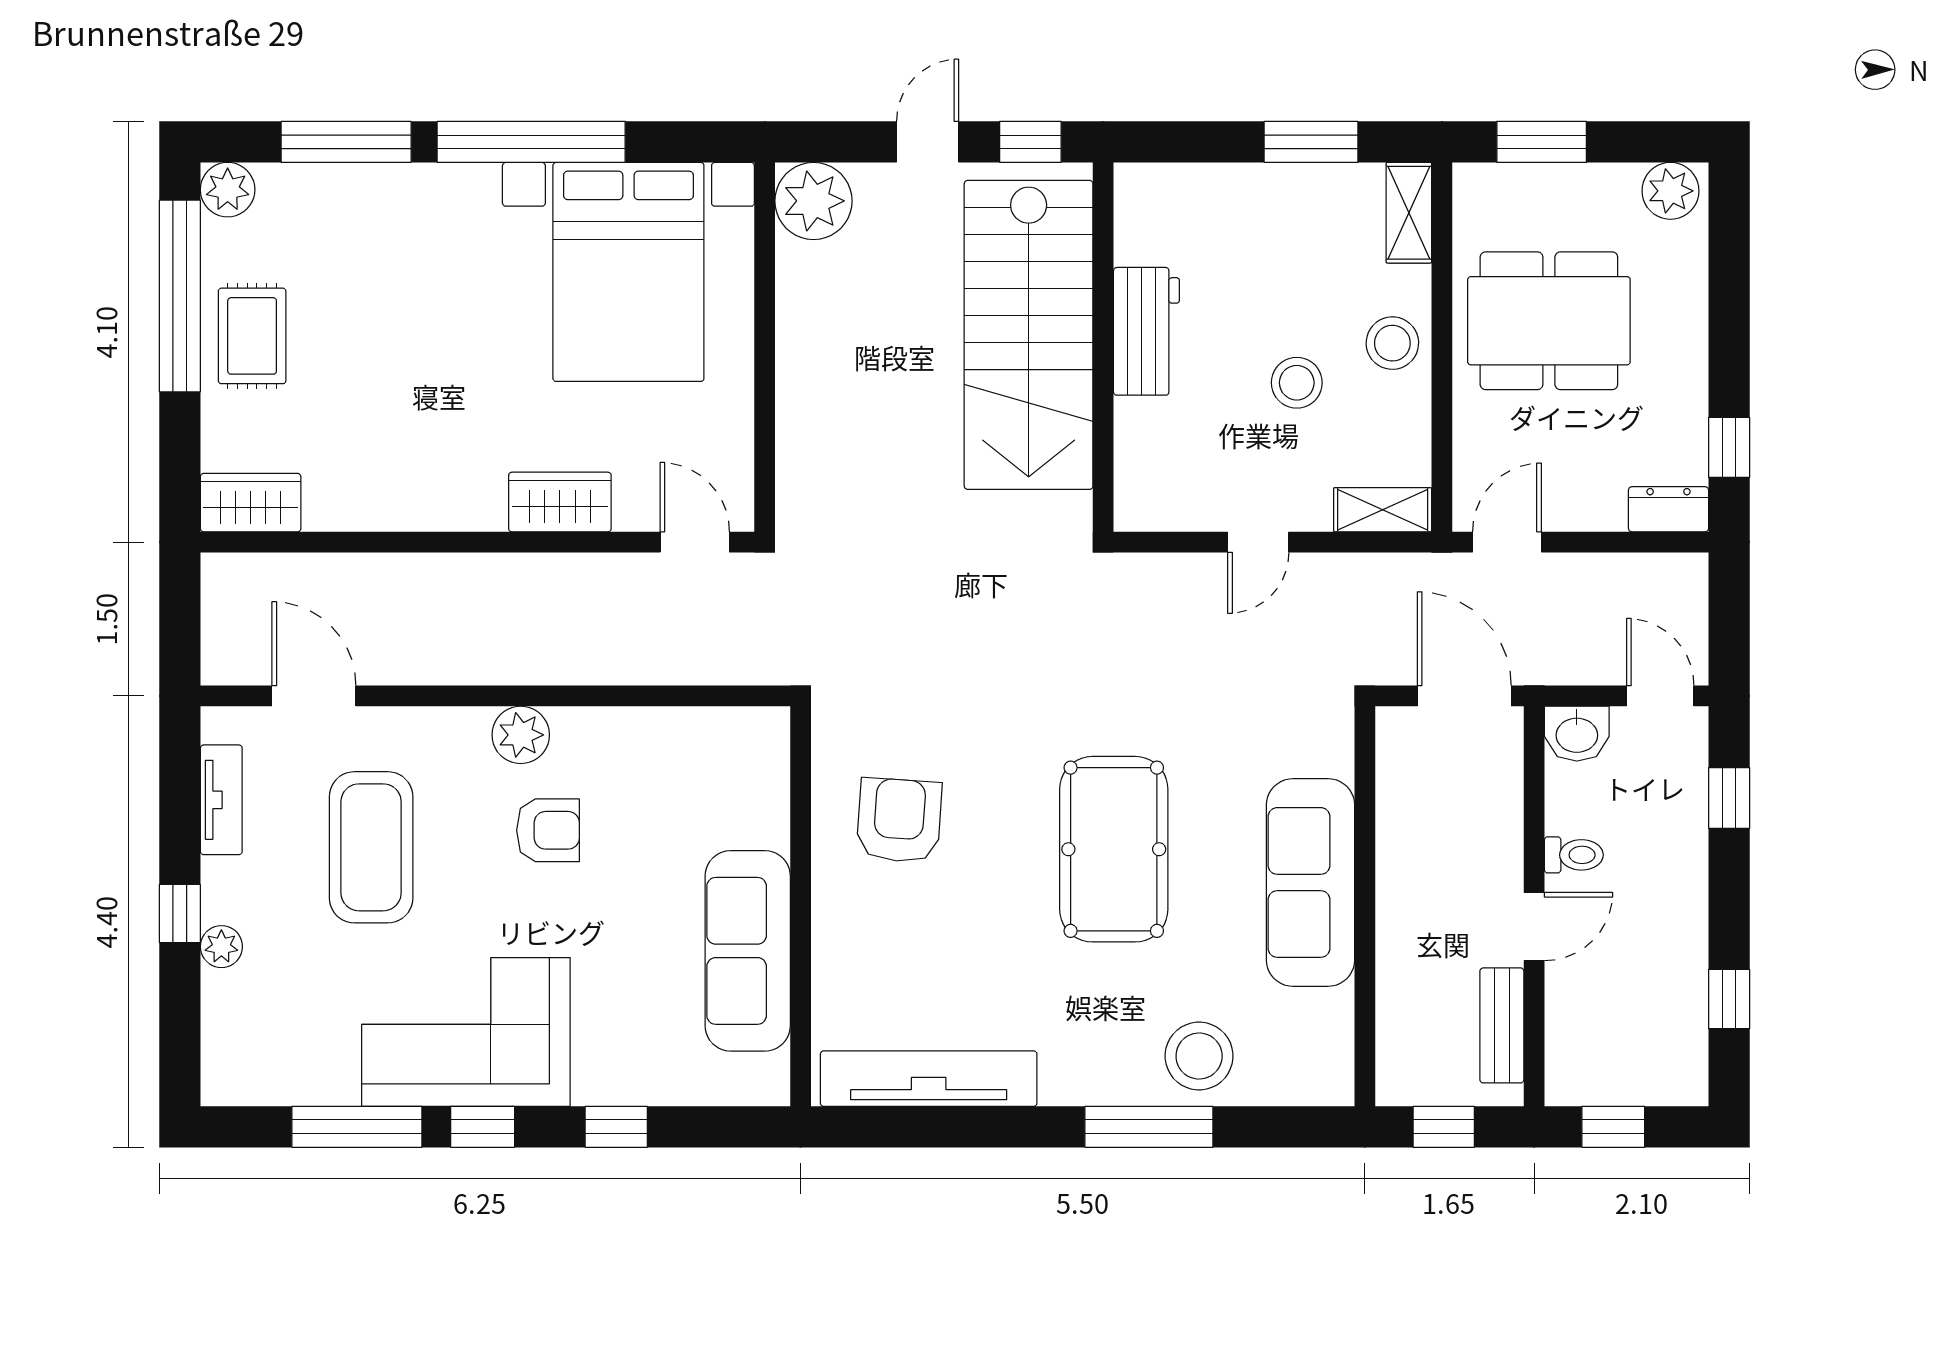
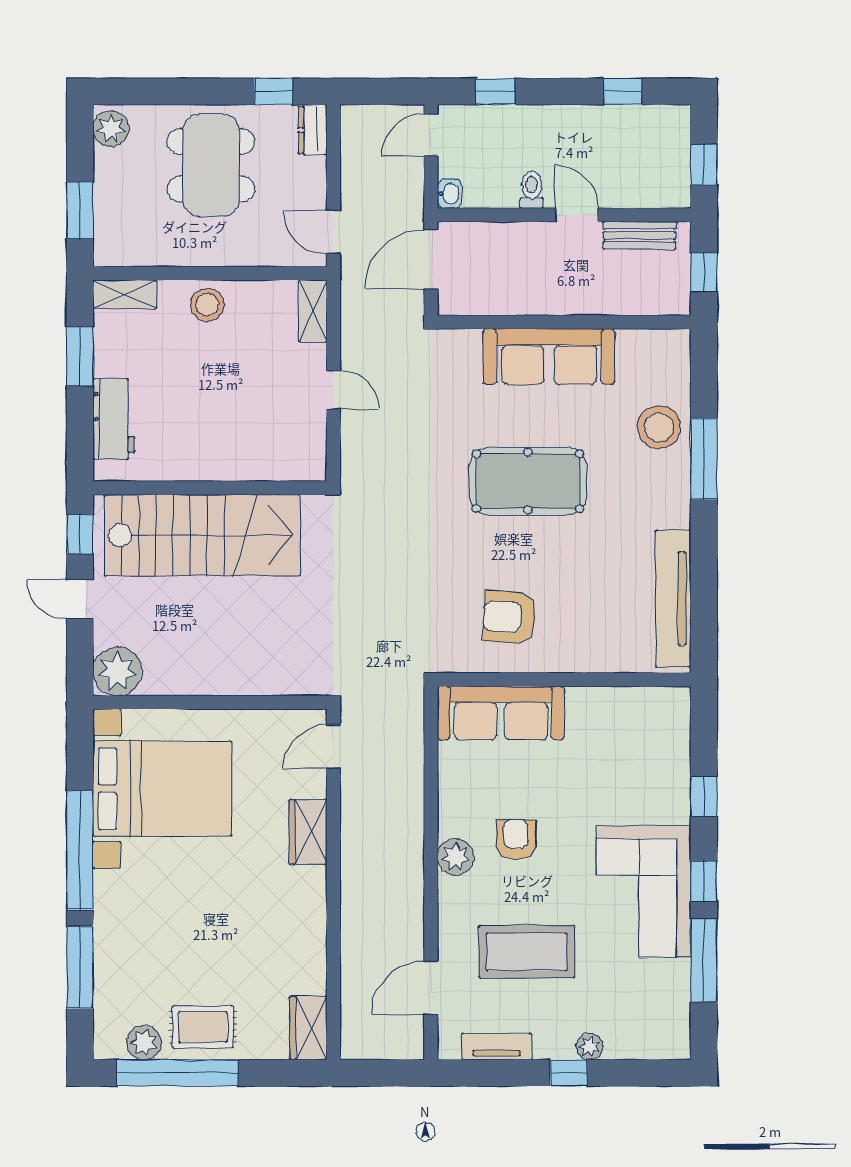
plant: (228, 190) -> (144, 1042), moved
dining table: (1549, 321) -> (211, 165), moved
workbench: (1146, 331) -> (114, 419), moved, turned 90
stool: (1297, 383) -> (232, 365), removed
washbasin: (1577, 734) -> (449, 194), width x0.72, depth x0.69
sofa: (748, 951) -> (501, 713), moved

